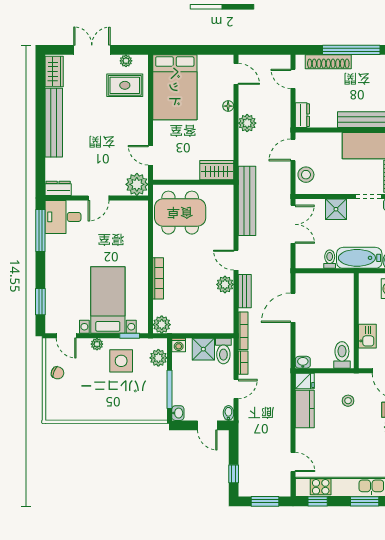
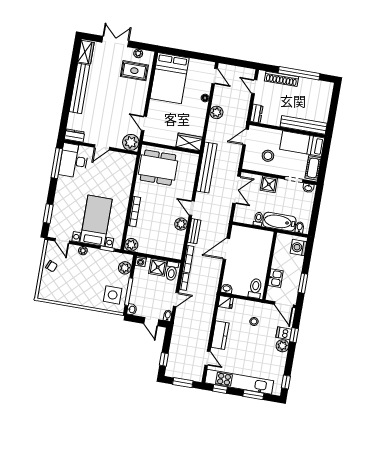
stool: (306, 175) -> (268, 156), moved
desk: (63, 217) -> (74, 161), width x1.37
side table: (121, 361) -> (113, 295), moved
kitchen counter: (305, 409) -> (220, 335), moved

